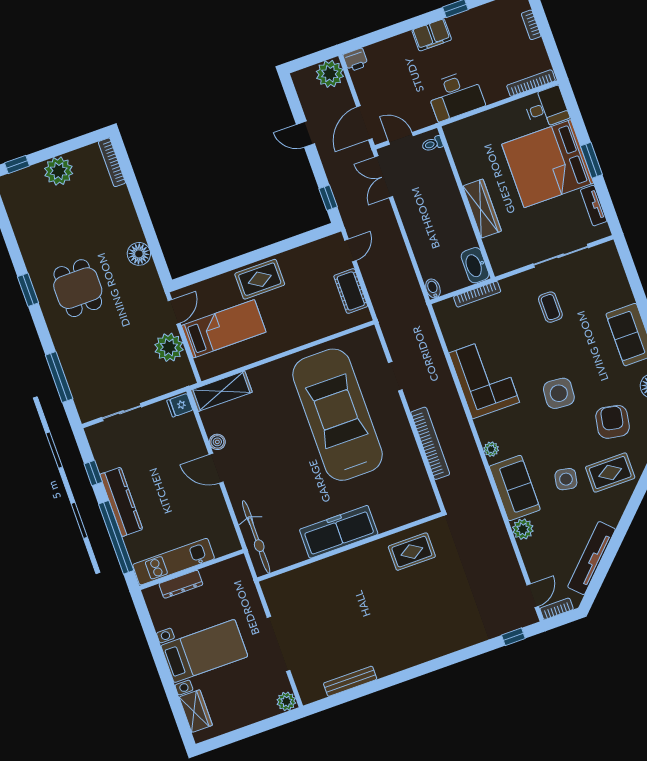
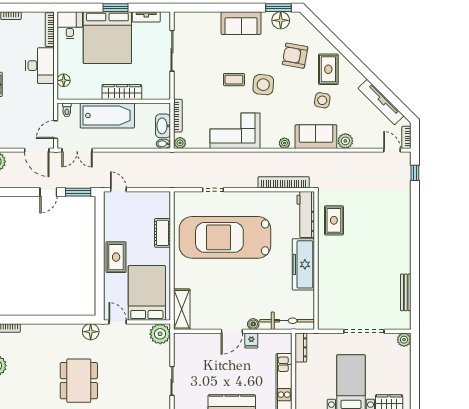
desk: (455, 95) -> (40, 66), moved
floor lamp: (470, 126) -> (64, 80), added
door: (305, 134) -> (48, 192), moved
window: (328, 198) -> (78, 192), width x1.50
bathtub: (444, 200) -> (107, 115), added
floor lamp: (139, 254) -> (91, 332), moved
washbasin: (475, 265) -> (163, 126), moved, turned 90
dining table: (78, 288) -> (79, 381), width x1.38
cot: (351, 291) -> (163, 233), moved, turned 90
coffee table: (550, 307) -> (234, 80), moved
plant: (442, 310) -> (180, 143), added
bed: (224, 329) -> (147, 293), width x1.50
plant: (169, 347) -> (160, 334), moved
fridge: (180, 405) -> (251, 340), moved
boiler: (217, 442) -> (253, 324), moved
bookcase: (430, 443) -> (284, 182), moved
workbench: (406, 511) -> (306, 214), added
dresser: (181, 584) -> (301, 347), moved

